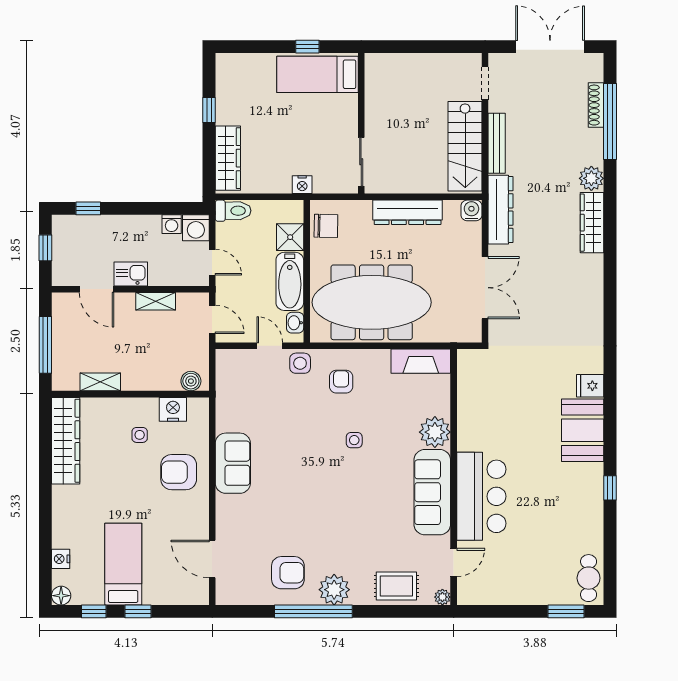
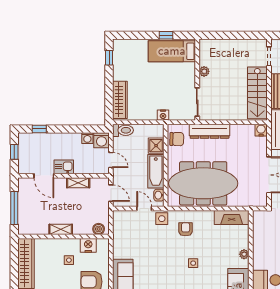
plant: (373, 109) -> (204, 71), added
window: (209, 110) -> (109, 58), moved
dresser: (408, 212) -> (210, 131), moved
shelving: (100, 382) -> (61, 229), moved
plant: (435, 432) -> (244, 254), width x0.53, depth x0.53

